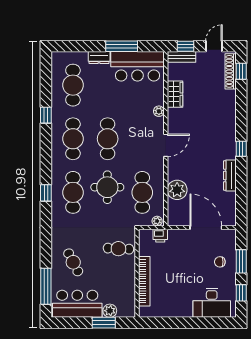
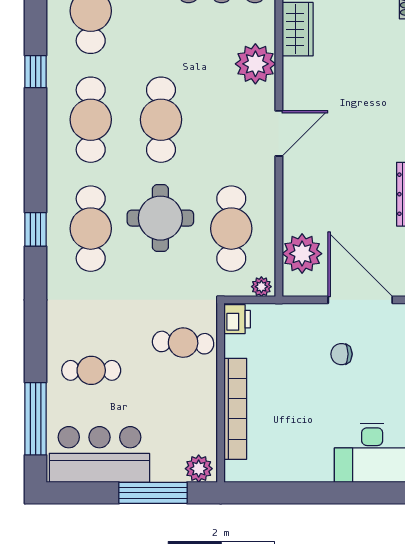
plant: (159, 111) -> (255, 64), width x1.88, depth x1.88
plant: (177, 190) -> (302, 254), moved
printer: (160, 236) -> (237, 319), moved, turned -90
cafe table: (73, 262) -> (91, 370), turned -63
chair: (220, 262) -> (341, 354), moved
plant: (110, 311) -> (199, 469), moved
window: (104, 323) -> (153, 493), width x1.44

